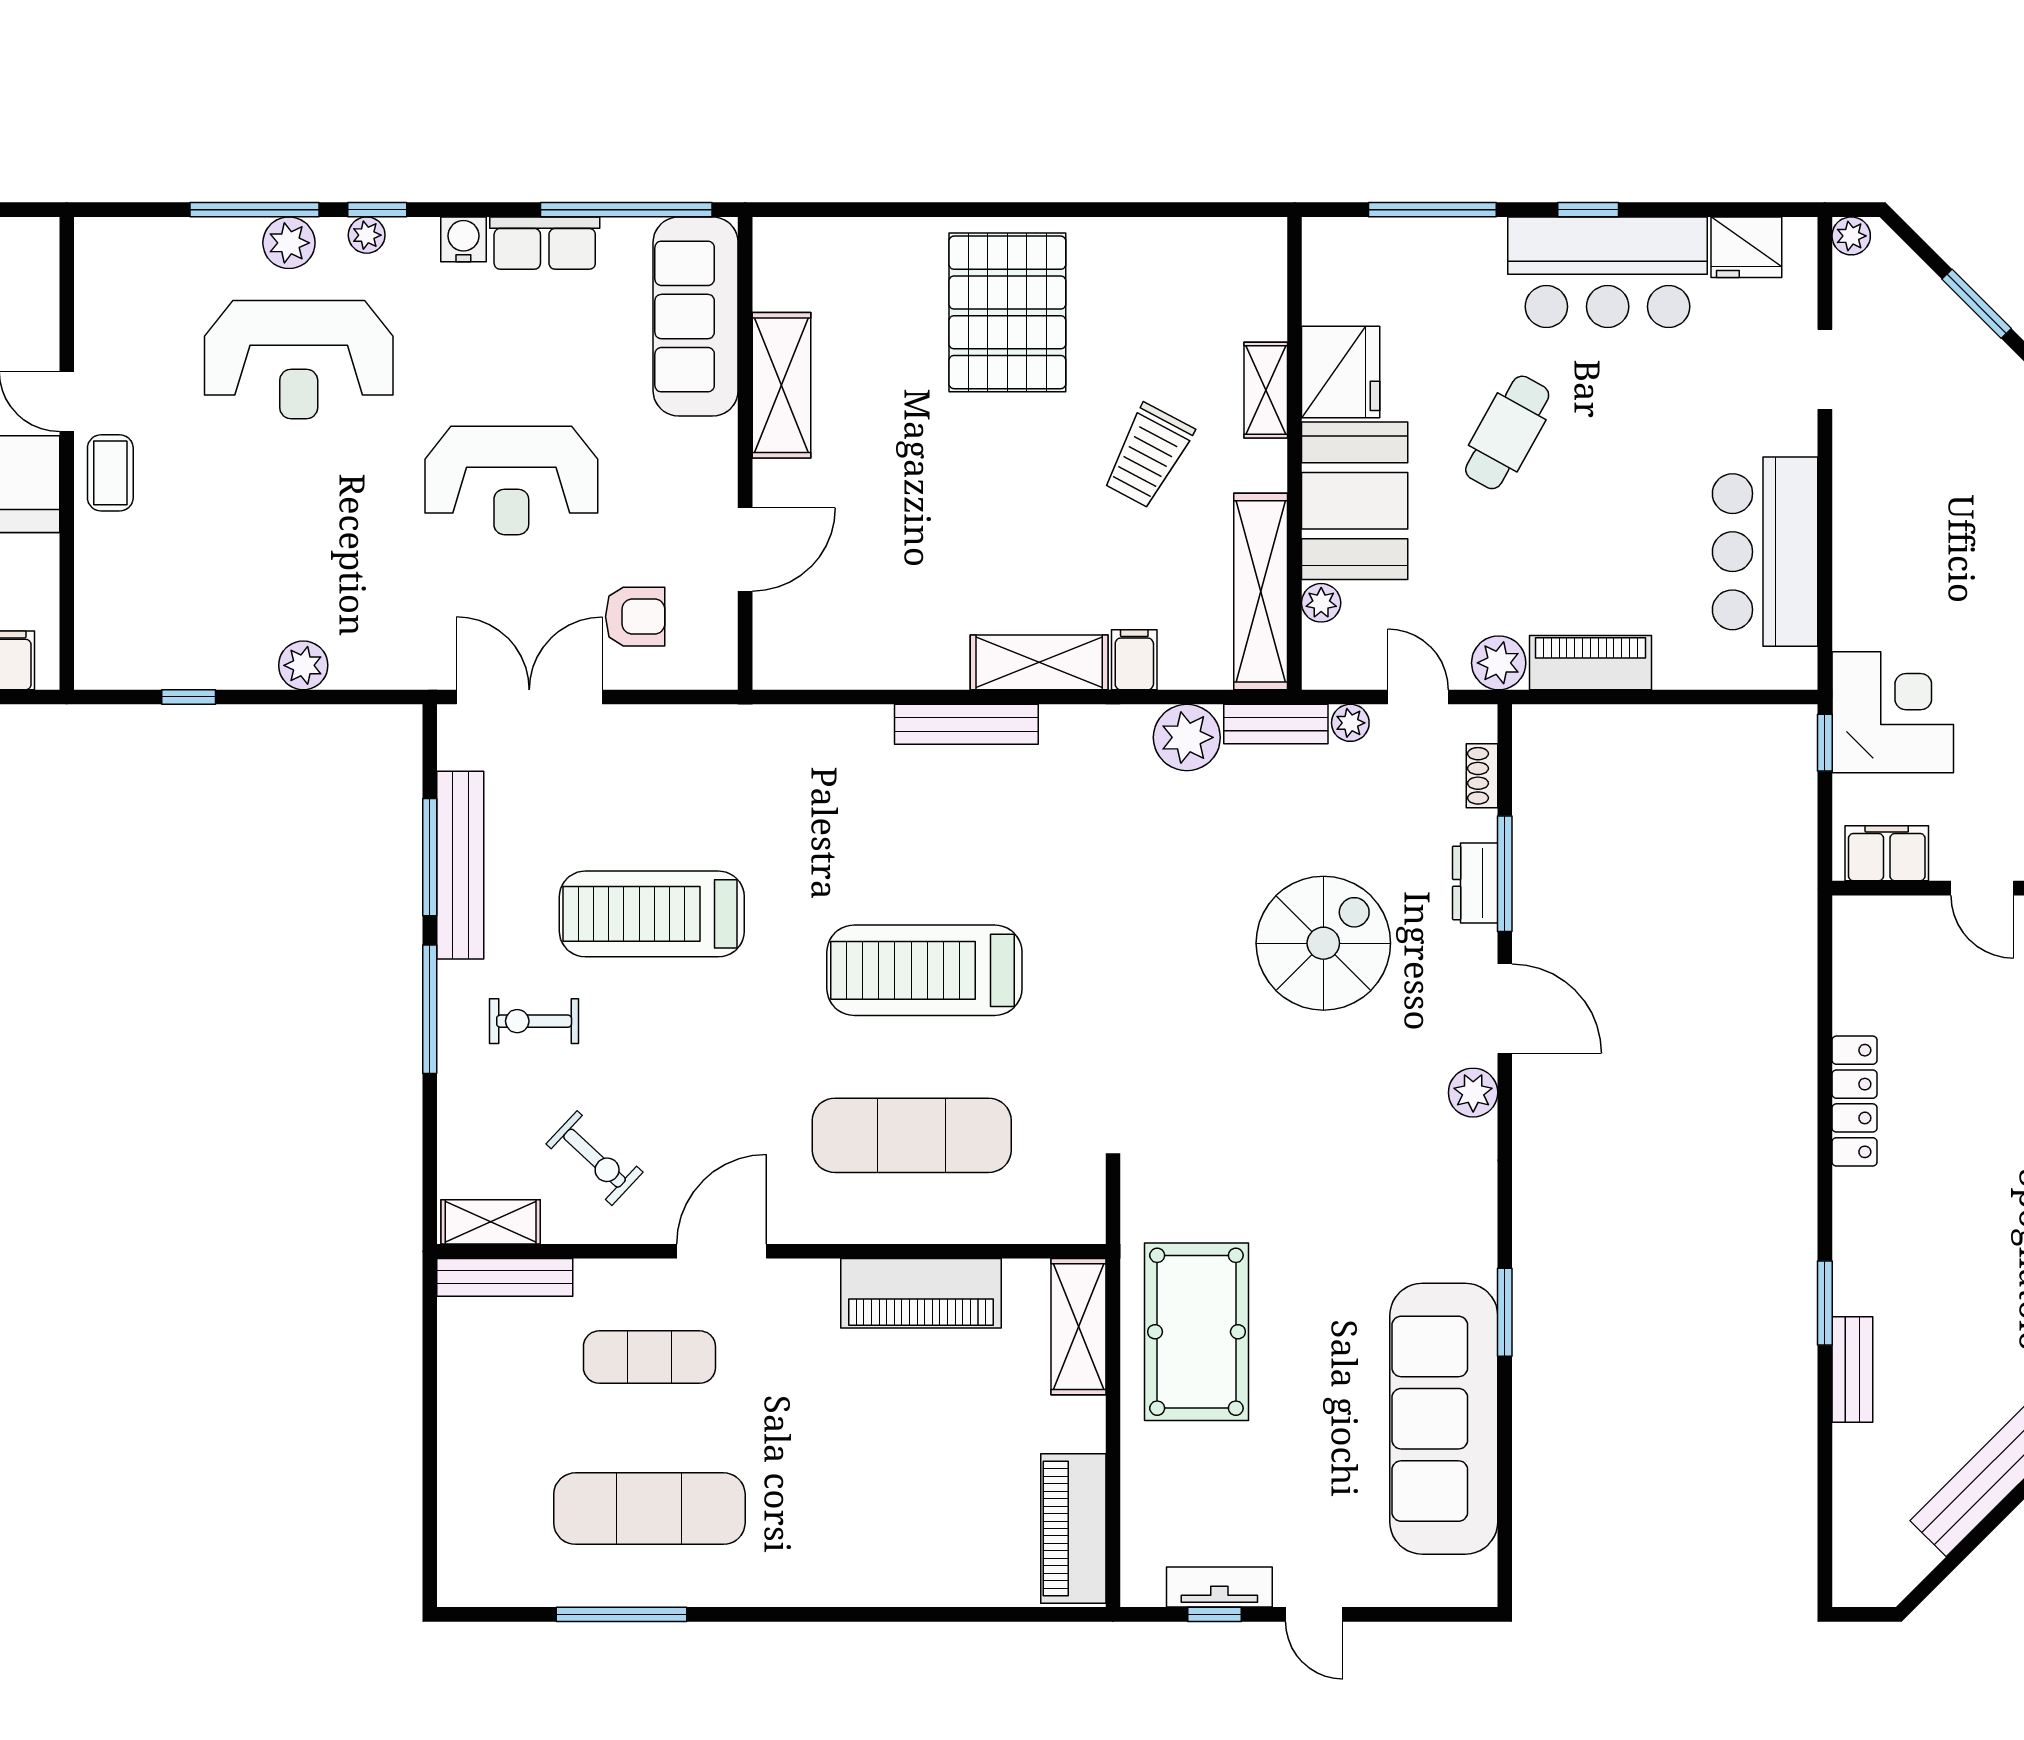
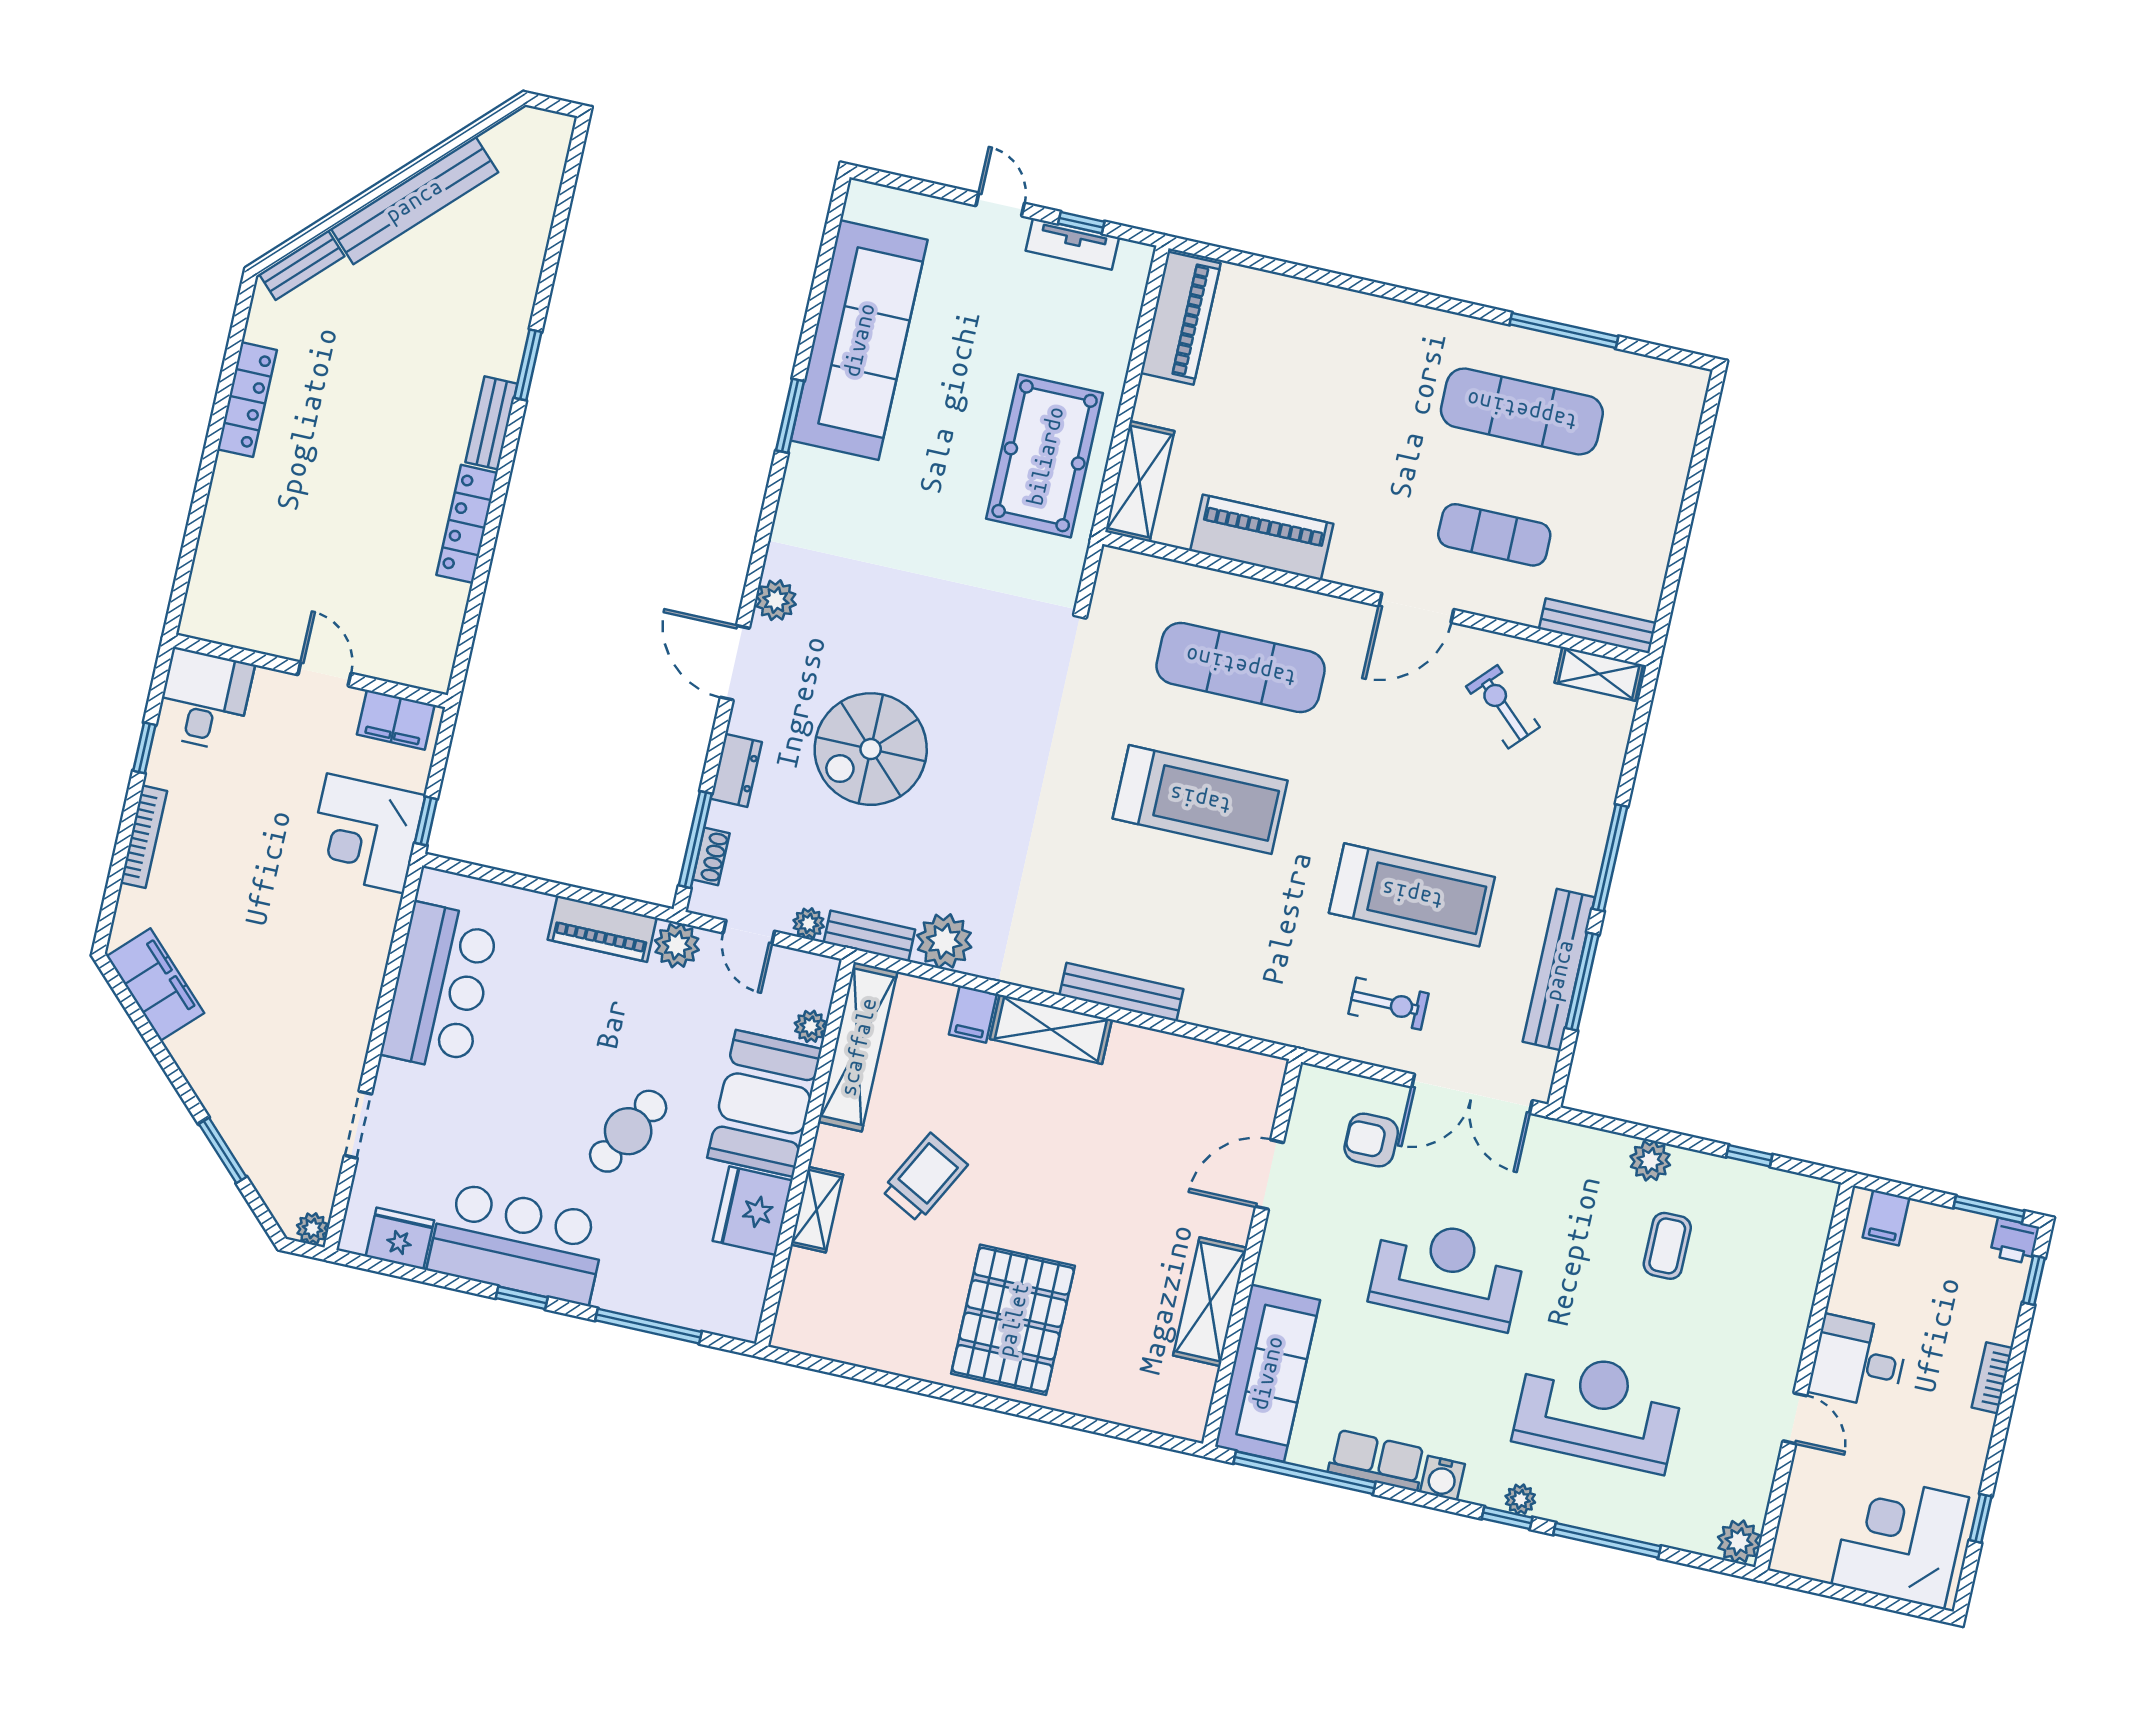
plant: (289, 243) -> (1739, 1542), moved
coffee table: (110, 473) -> (1667, 1246), moved
window: (1505, 874) -> (695, 840), moved
exercise bike: (534, 1021) -> (1388, 1004), moved
bench: (1852, 1370) -> (492, 423), moved

